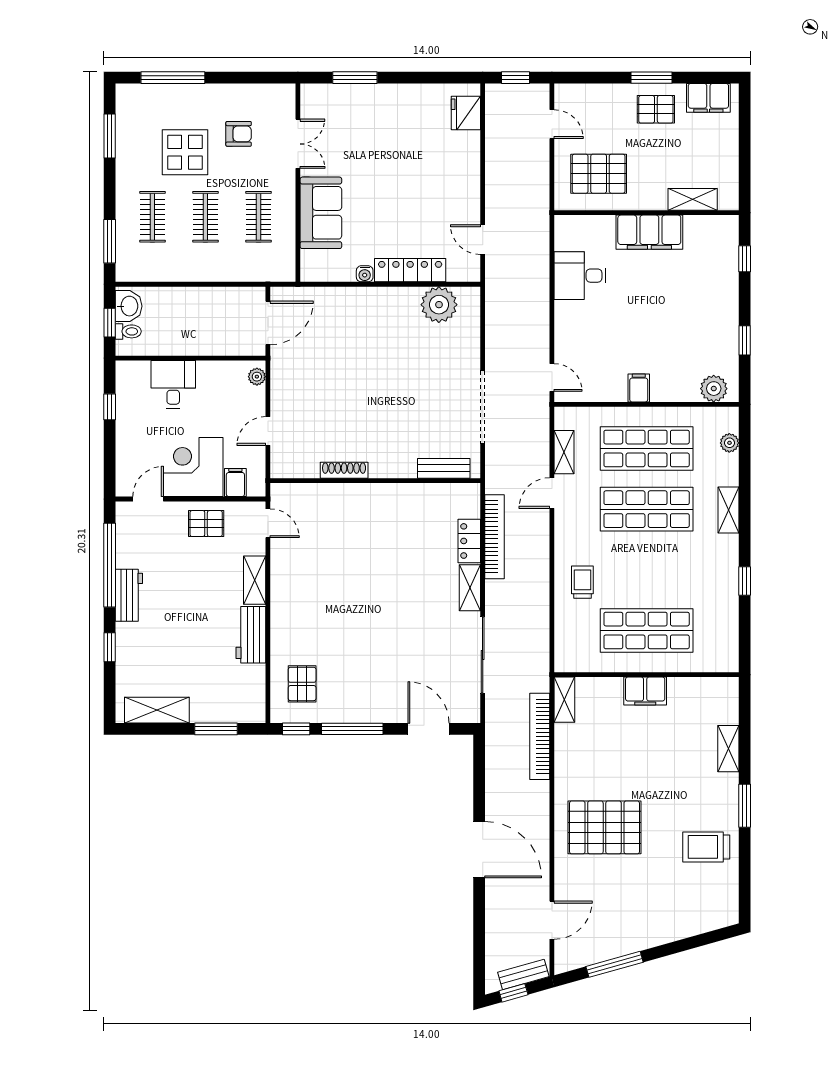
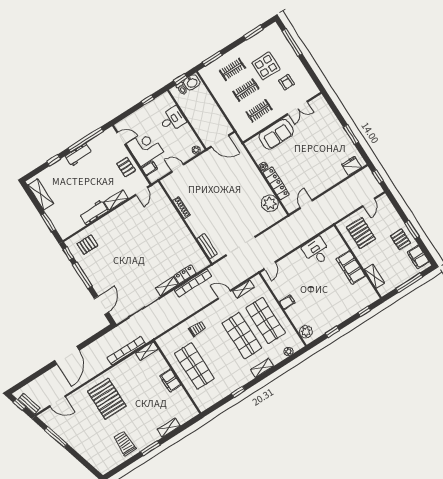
window: (355, 78) -> (351, 134), moved
window: (745, 144) -> (409, 283), added

